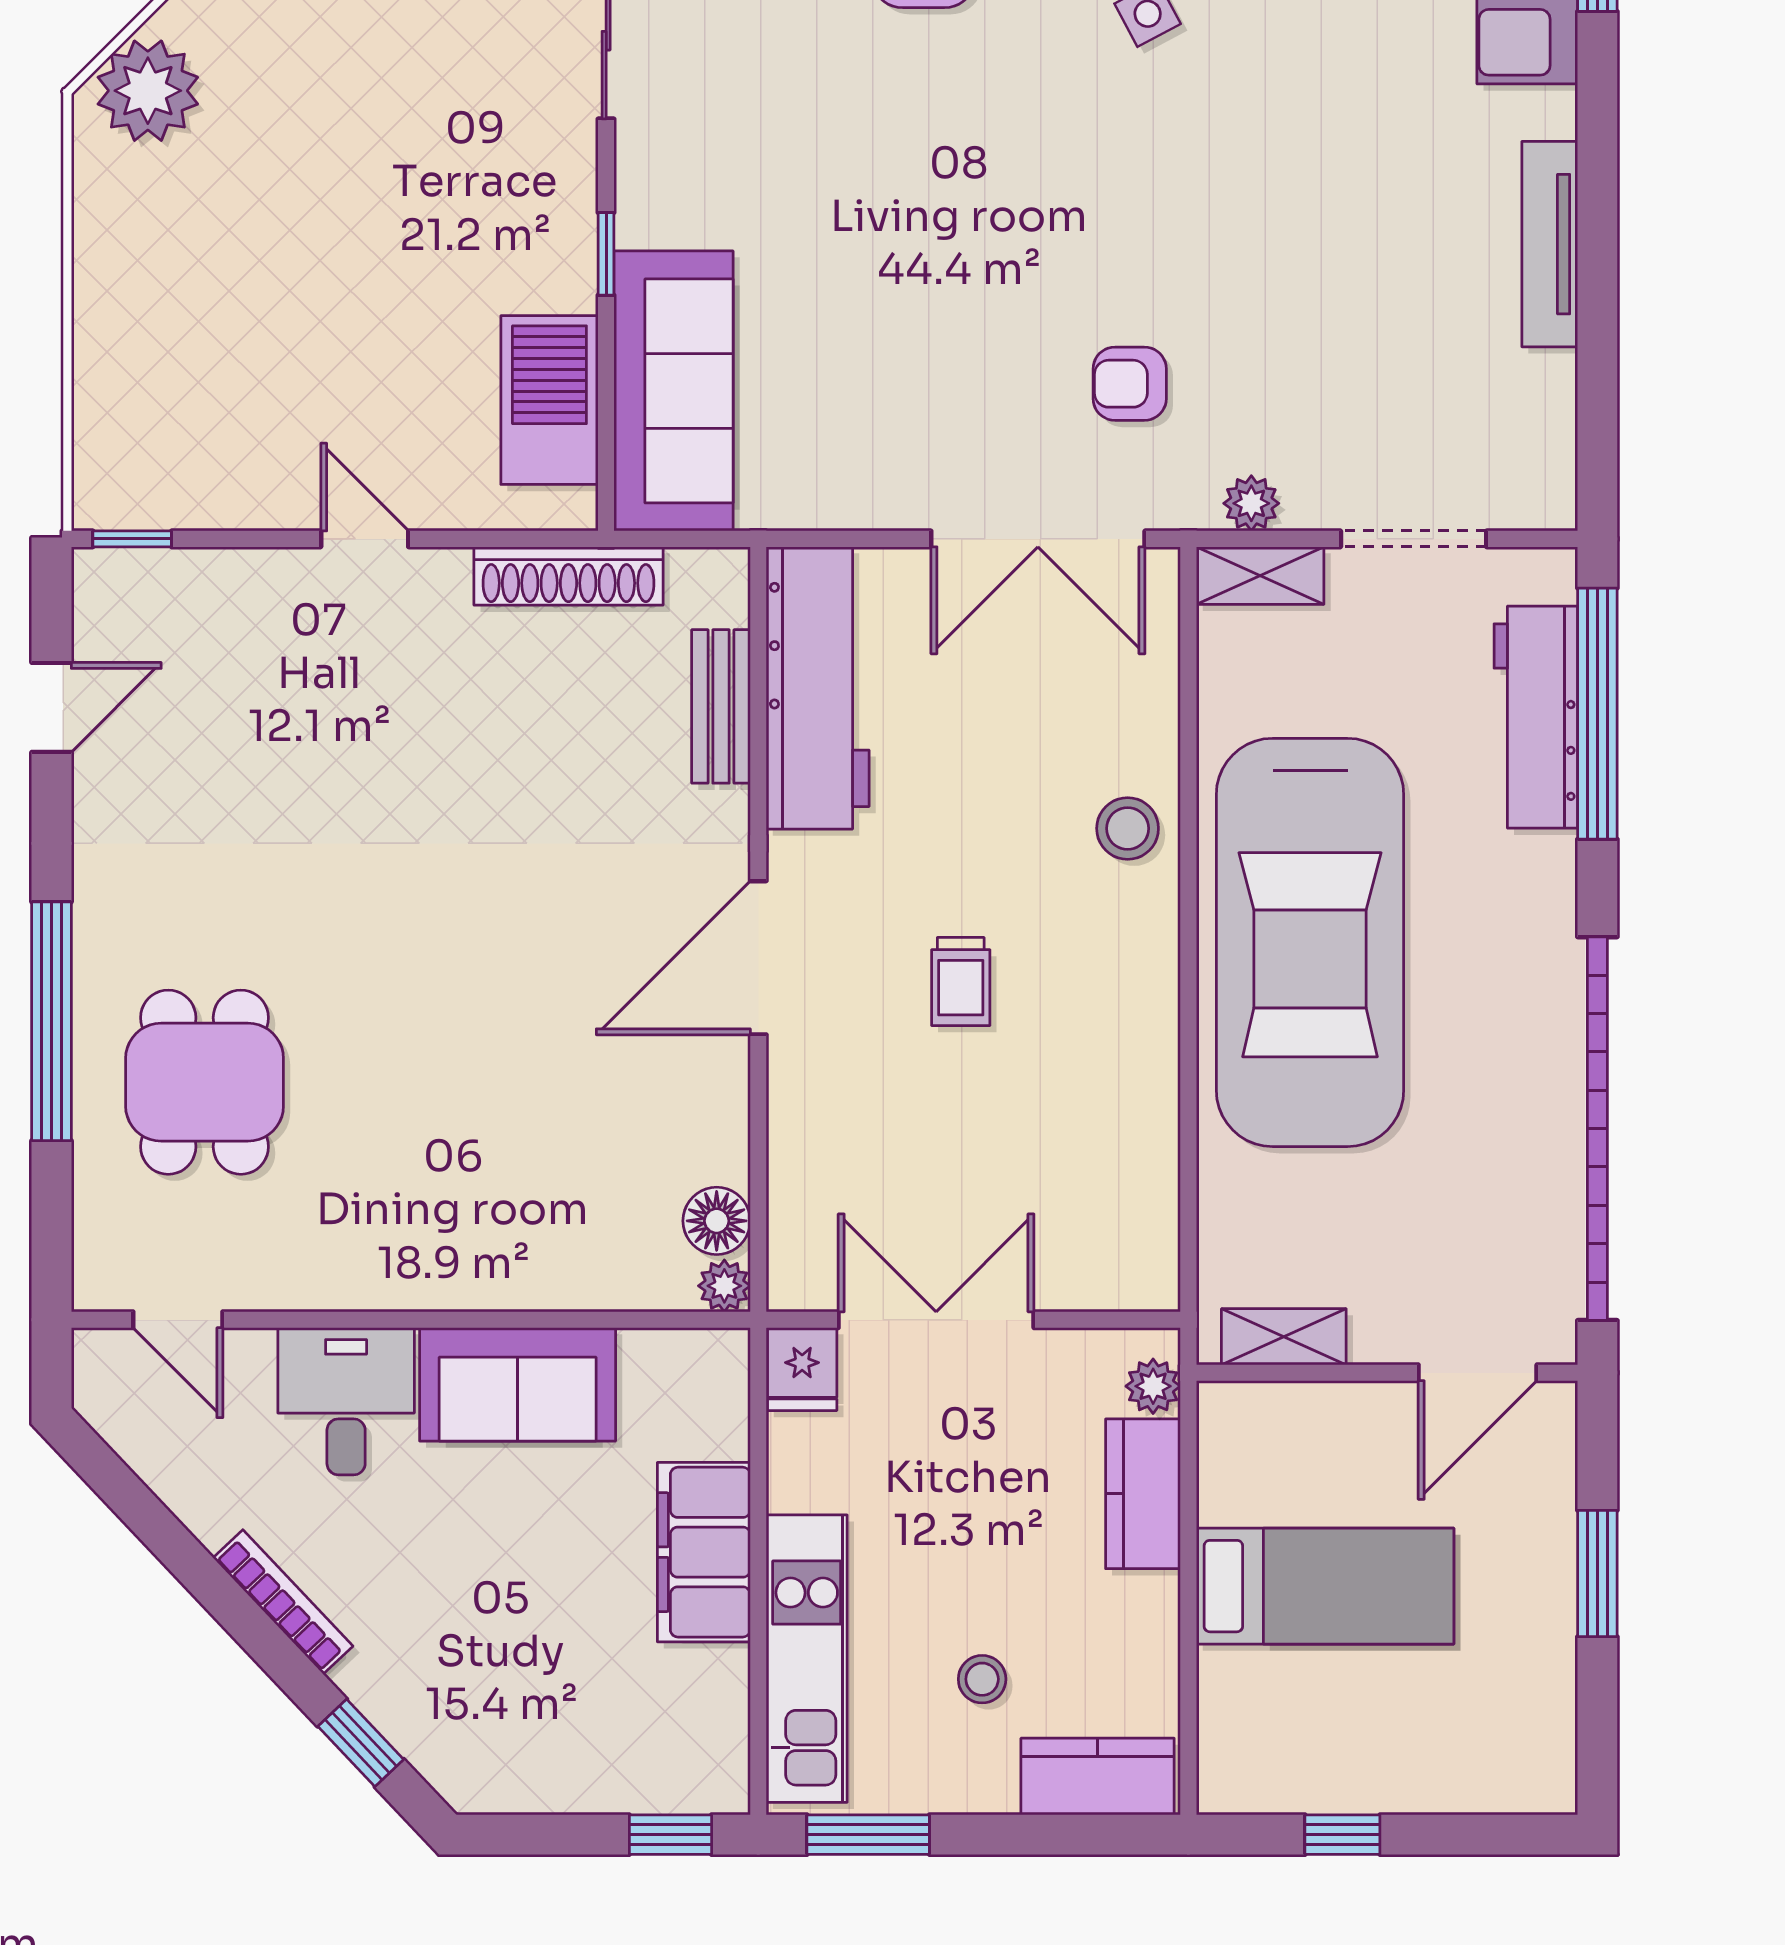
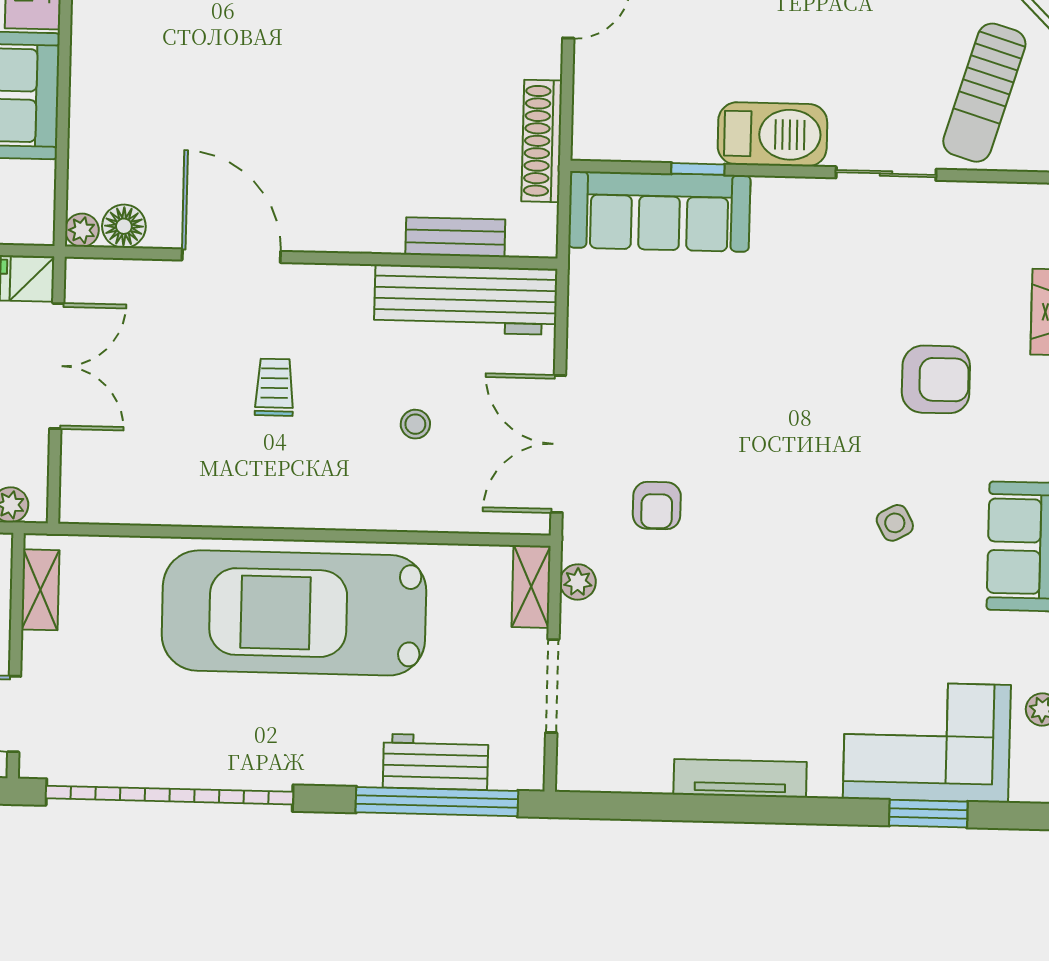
window: (606, 254) -> (698, 169), moved
armchair: (1130, 384) -> (657, 506), turned 180
barbecue: (549, 400) -> (772, 134), moved
workbench: (1536, 717) -> (436, 762), width x0.73
stool: (1128, 828) -> (415, 424), moved, width x0.73, depth x0.73
door: (758, 958) -> (231, 256), moved
trolley: (961, 981) -> (274, 387), turned 90

